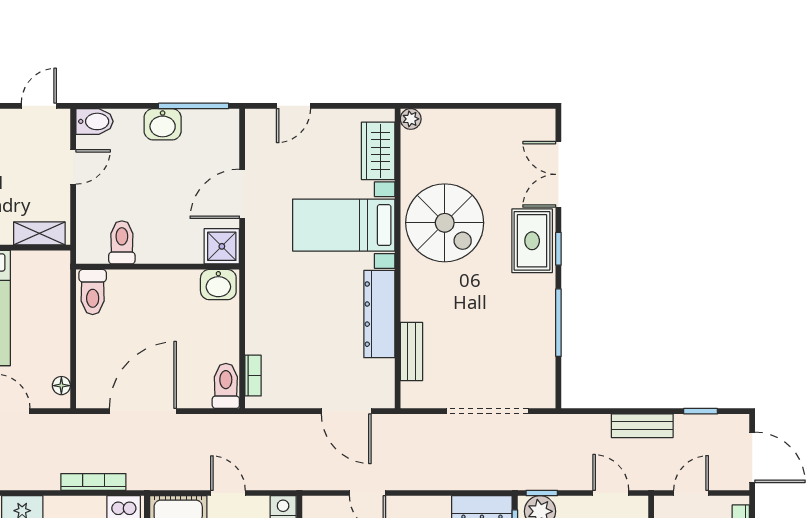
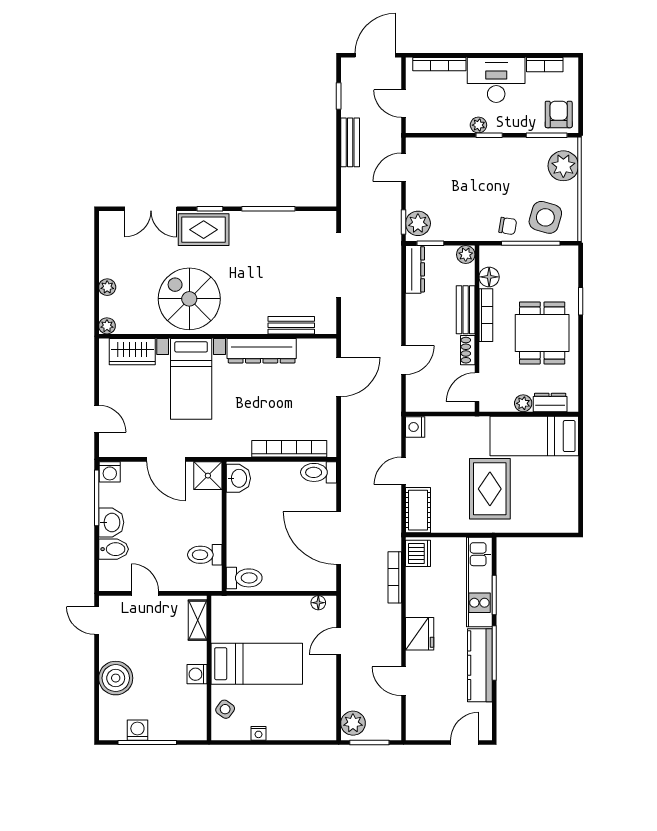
plant: (460, 119) -> (107, 287), added
bidet: (95, 121) -> (114, 549), moved, turned 90
washing machine: (227, 122) -> (110, 472), added
spiral stairs: (445, 223) -> (189, 299), turned -90
bookcase: (253, 376) -> (289, 449), width x2.31, depth x1.31

